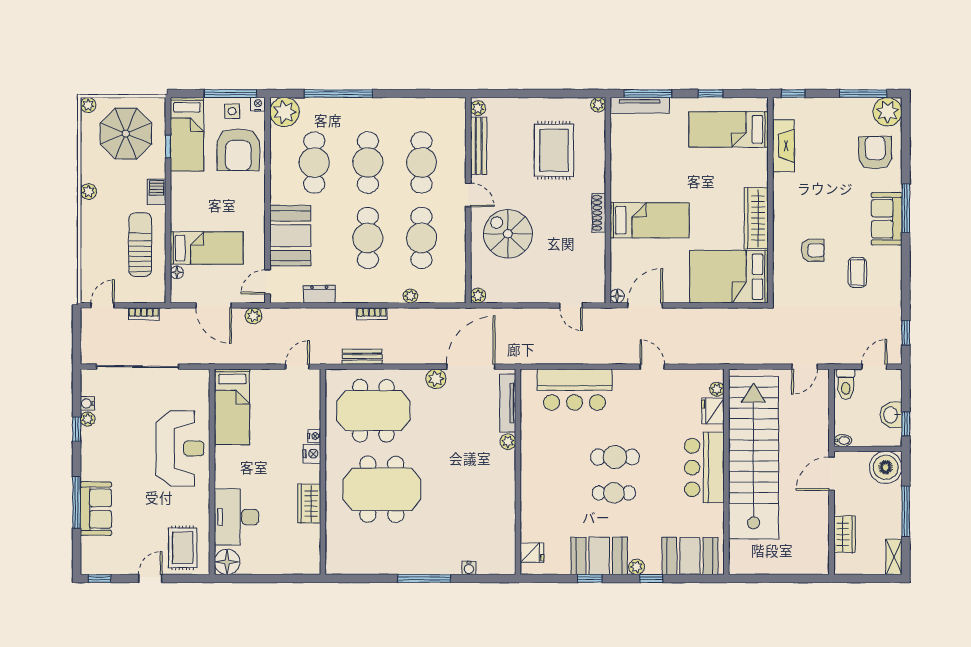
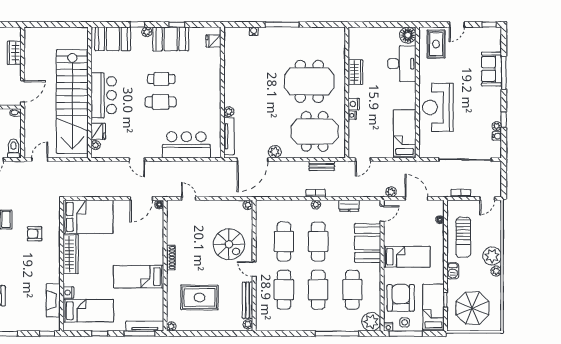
plant: (88, 105) -> (492, 256), moved, width x1.88, depth x1.88
rug: (554, 150) -> (199, 297), turned 90
nightstand: (760, 158) -> (68, 293), added
bed: (649, 220) -> (139, 277), moved
bed: (207, 248) -> (407, 257), moved, turned 180
plant: (410, 296) -> (316, 205), moved

